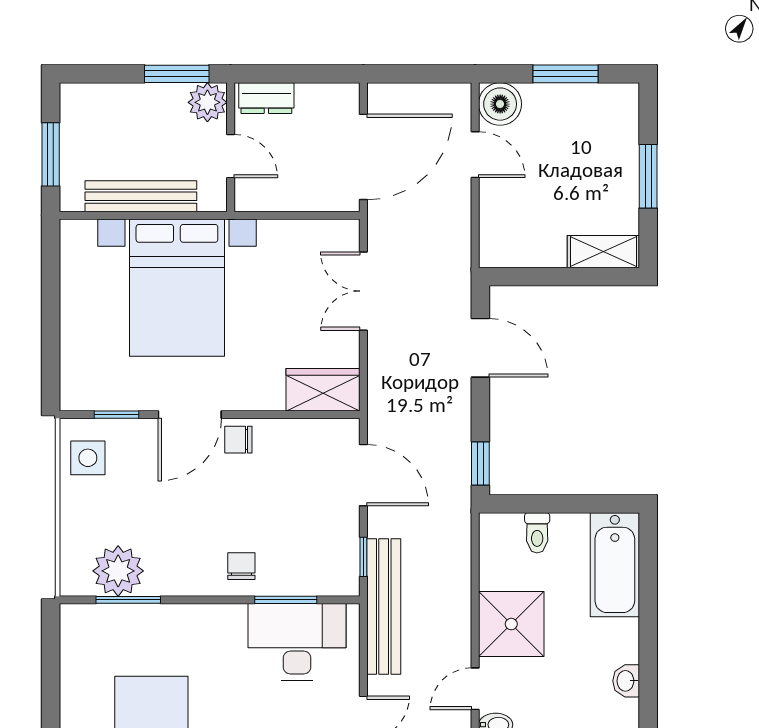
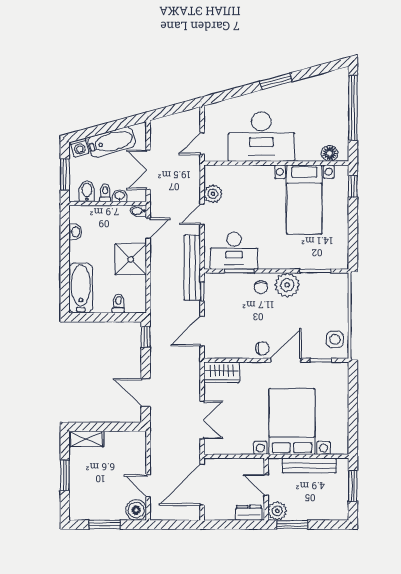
door: (363, 475) -> (202, 331), hinge flipped
plant: (118, 571) -> (287, 285), moved

